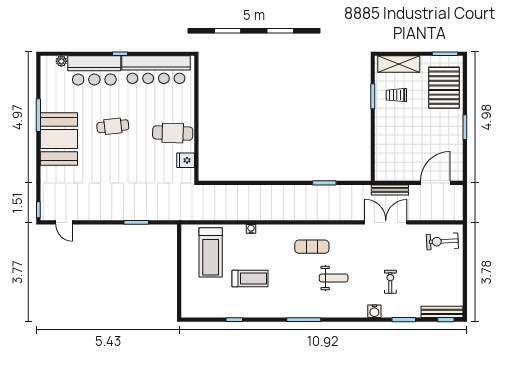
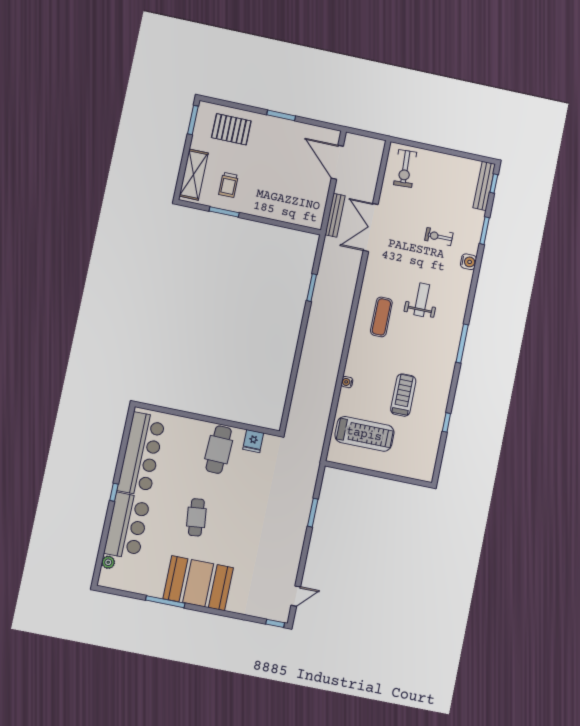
pallet: (444, 88) -> (231, 129), width x0.73, depth x0.71

